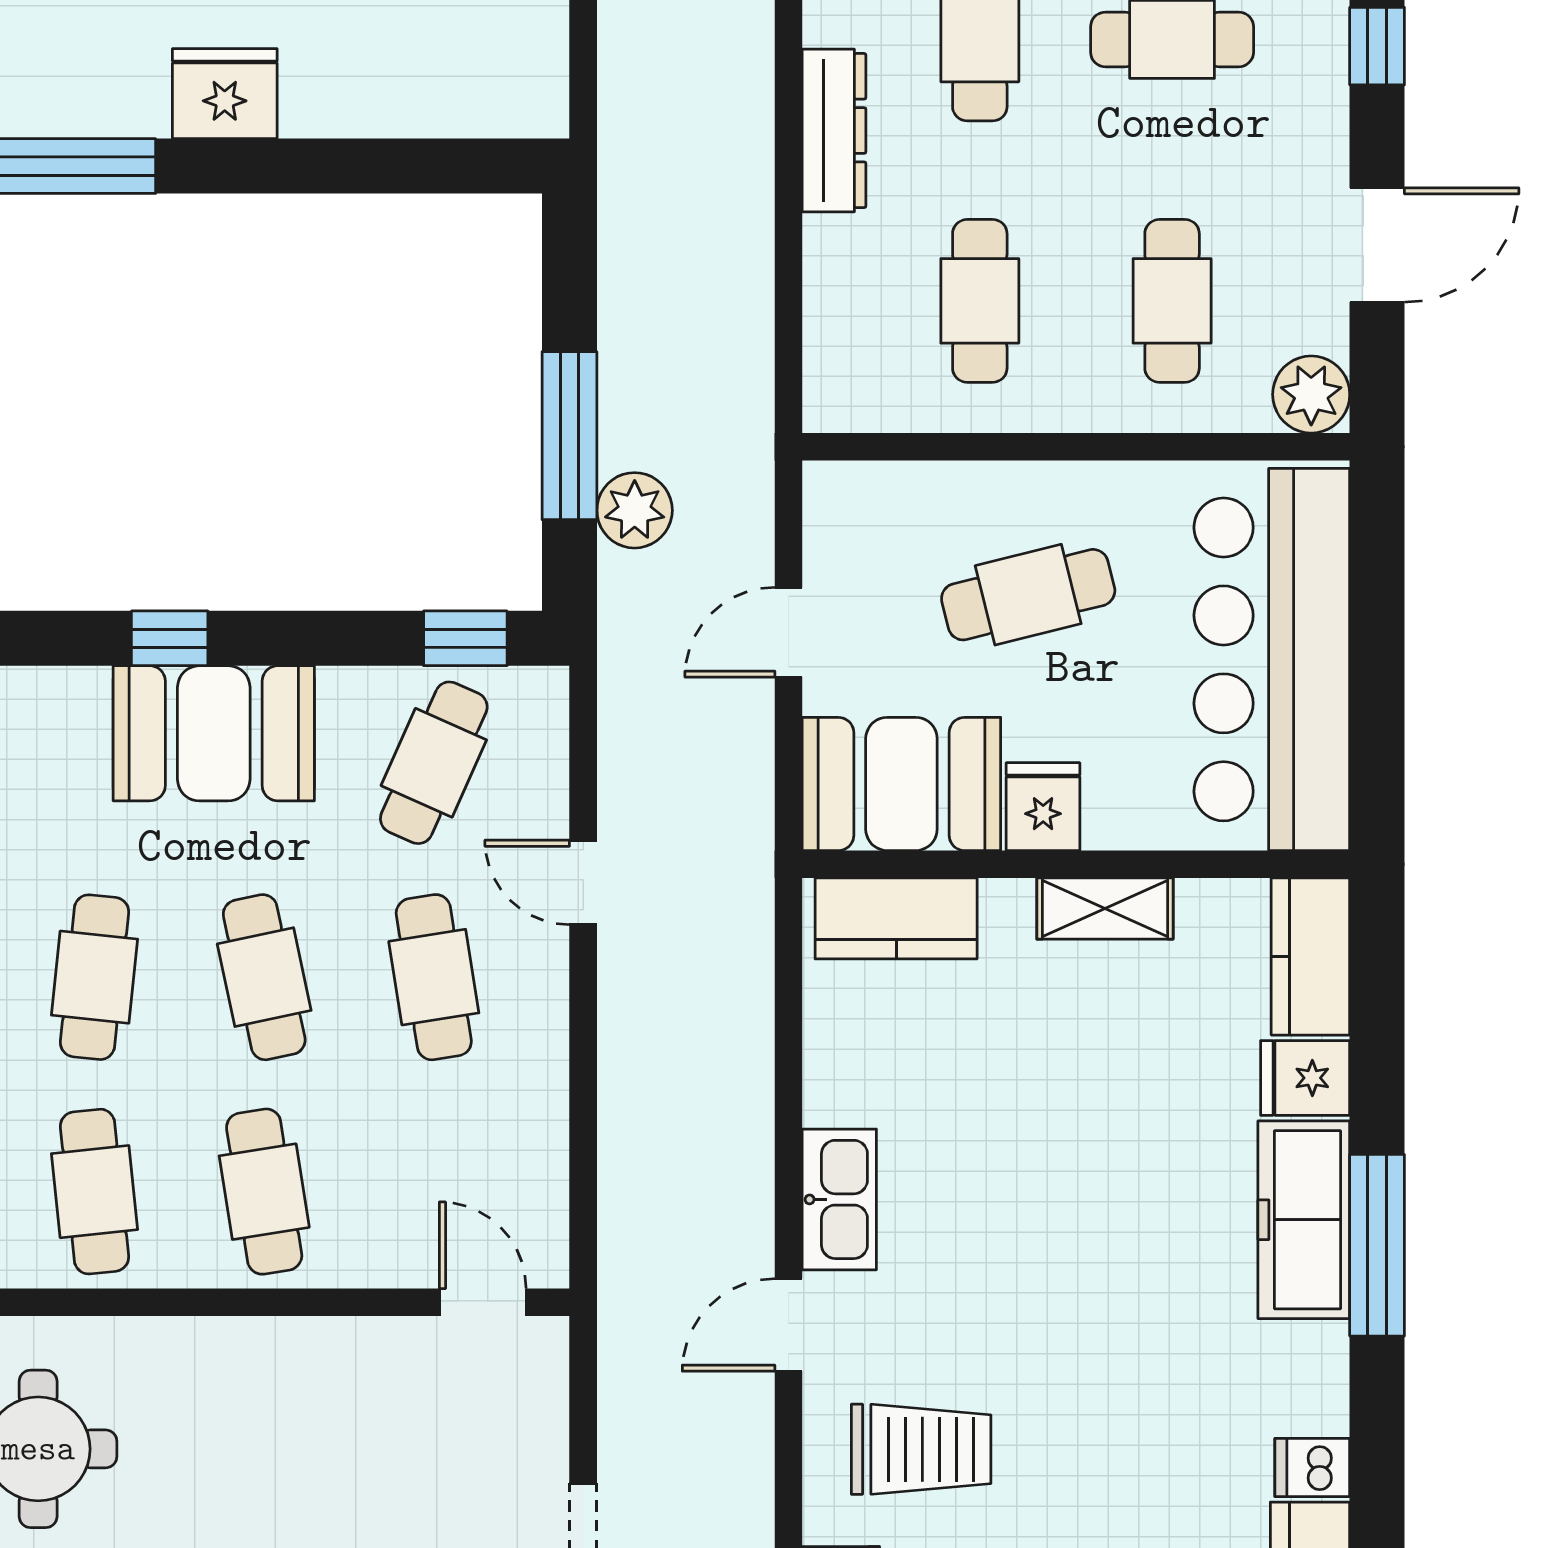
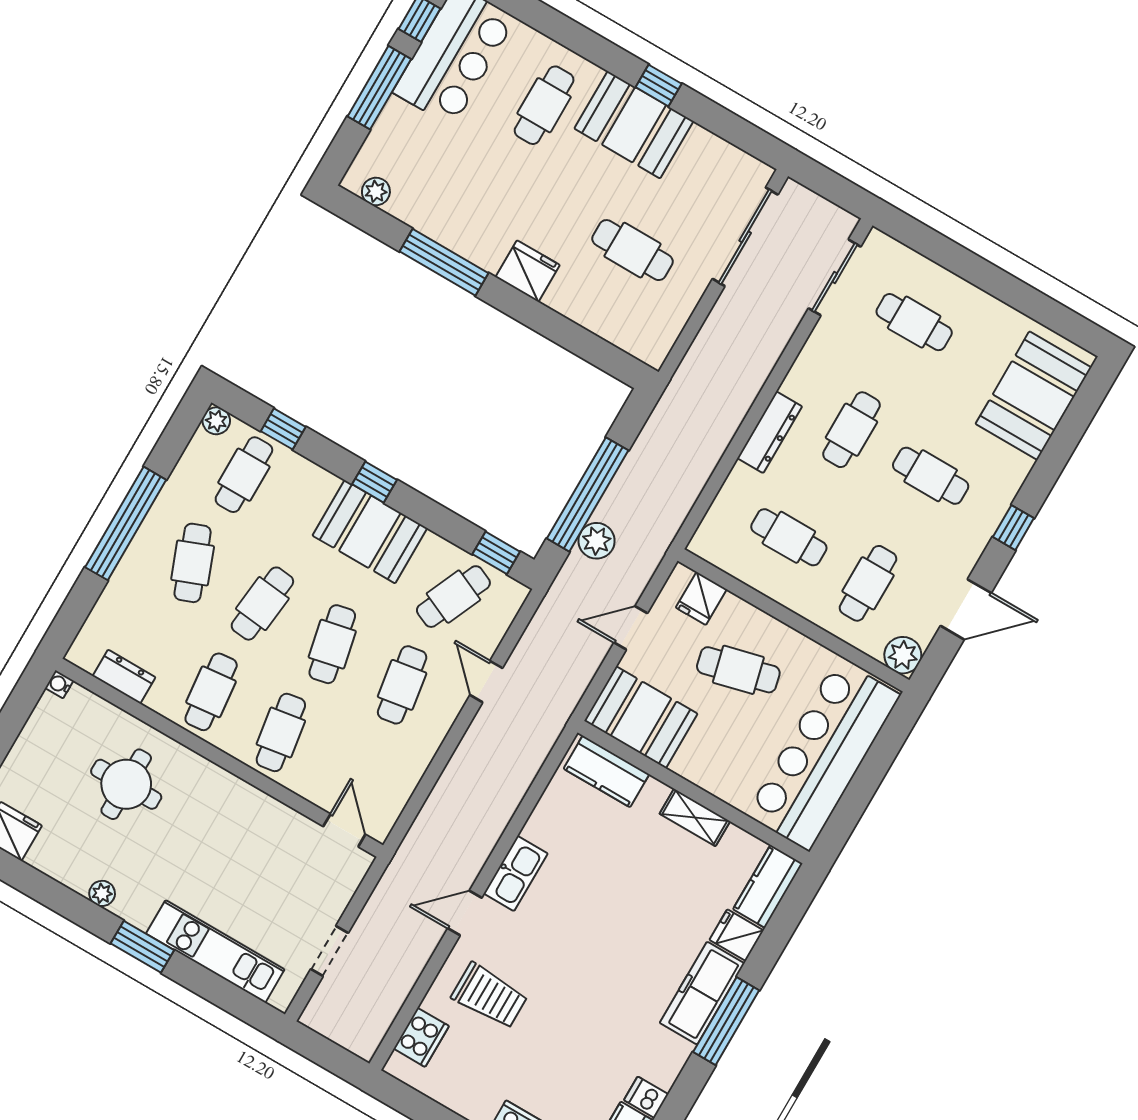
cafe table: (980, 301) -> (789, 537), turned 90
window: (569, 436) -> (588, 494), width x1.46
fridge: (1043, 807) -> (701, 598), moved, turned 180

